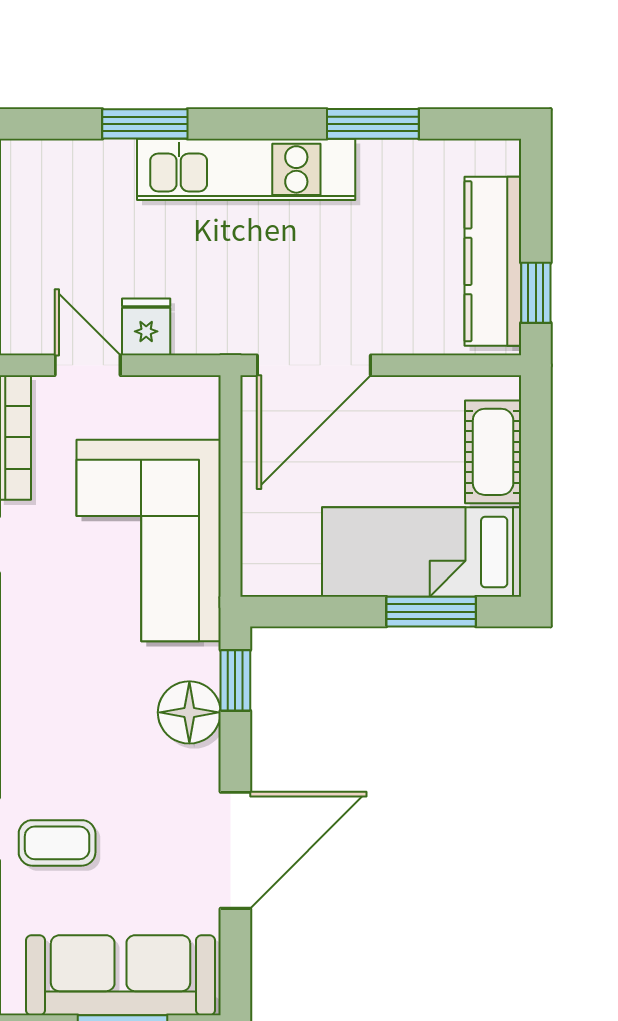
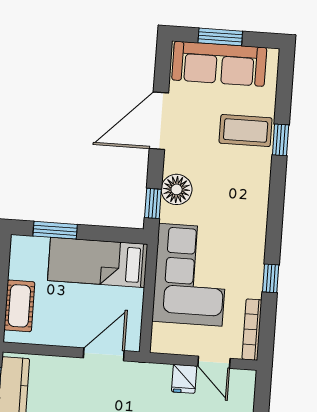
door: (314, 365) -> (104, 354), width x0.73
bed: (422, 552) -> (98, 262), moved, turned 180
coffee table: (57, 843) -> (246, 130), width x1.36, depth x1.30

